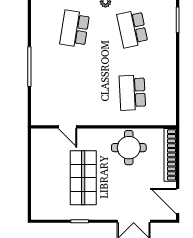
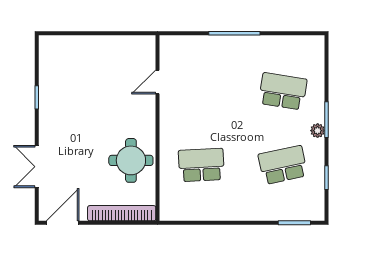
shop shelf: (83, 178) -> (92, 102), removed

